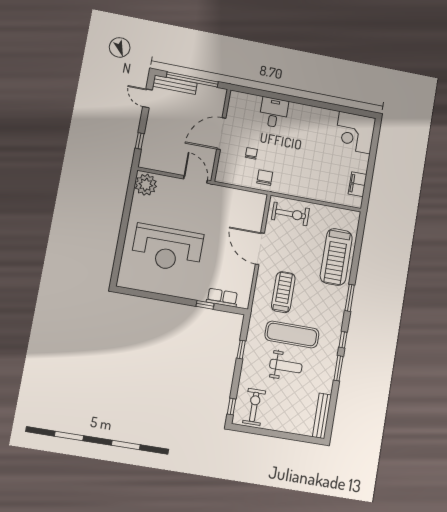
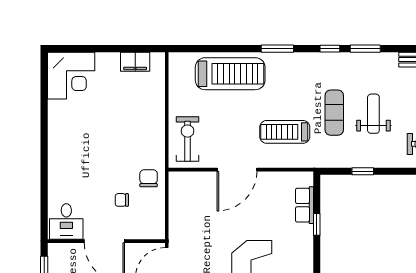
desk: (274, 112) -> (66, 222), moved, turned -90
chair: (265, 178) -> (149, 178), turned 90
exercise mat: (292, 335) -> (334, 113), width x0.73, depth x0.69

